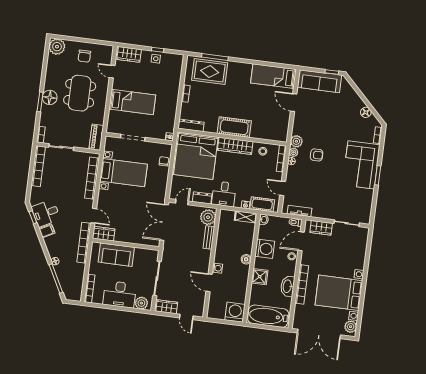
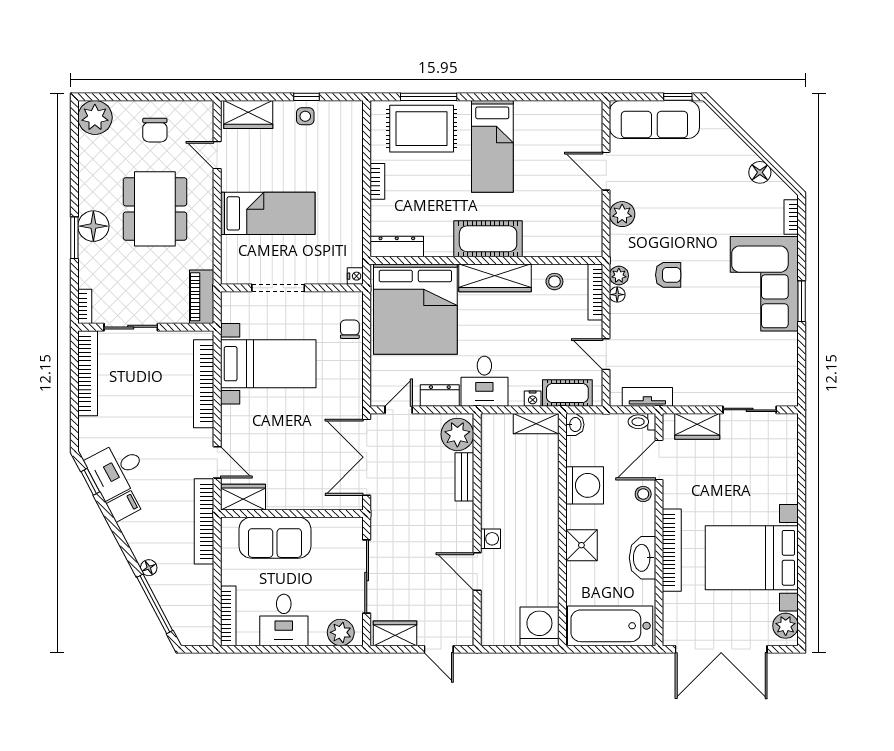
bed: (273, 76) -> (492, 146), moved, turned -90
plant: (296, 141) -> (622, 214), moved
boiler: (246, 259) -> (549, 513), removed
desk: (120, 294) -> (284, 620), width x0.73

